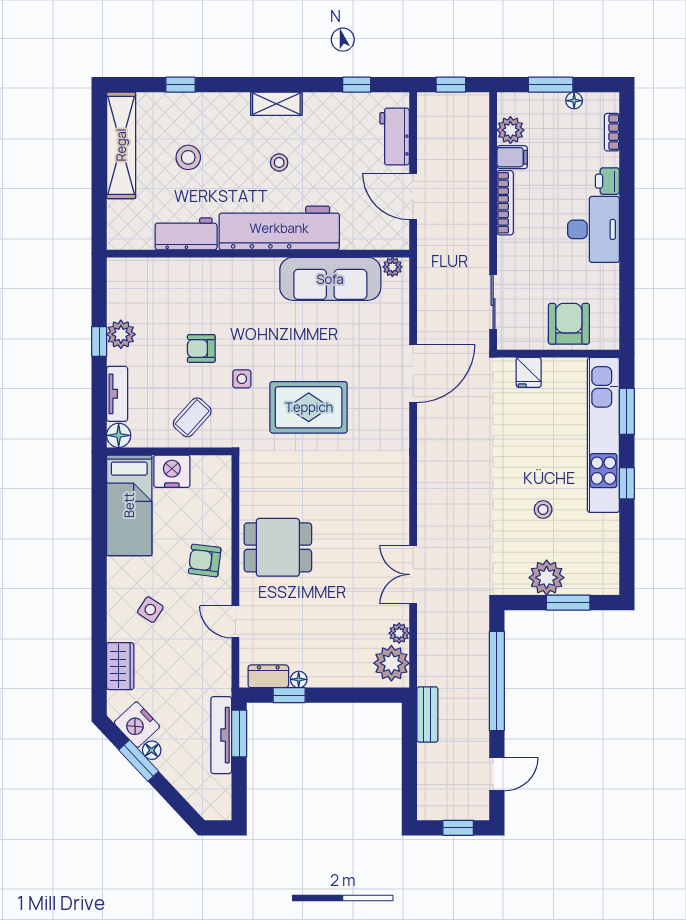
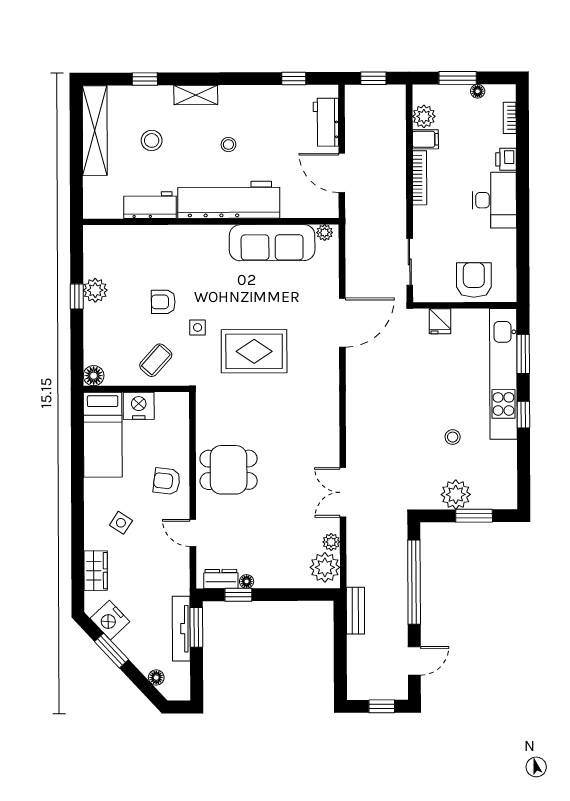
shelving: (276, 104) -> (196, 95), moved
tv unit: (117, 394) -> (92, 341), removed
floor lamp: (152, 750) -> (156, 678), moved

